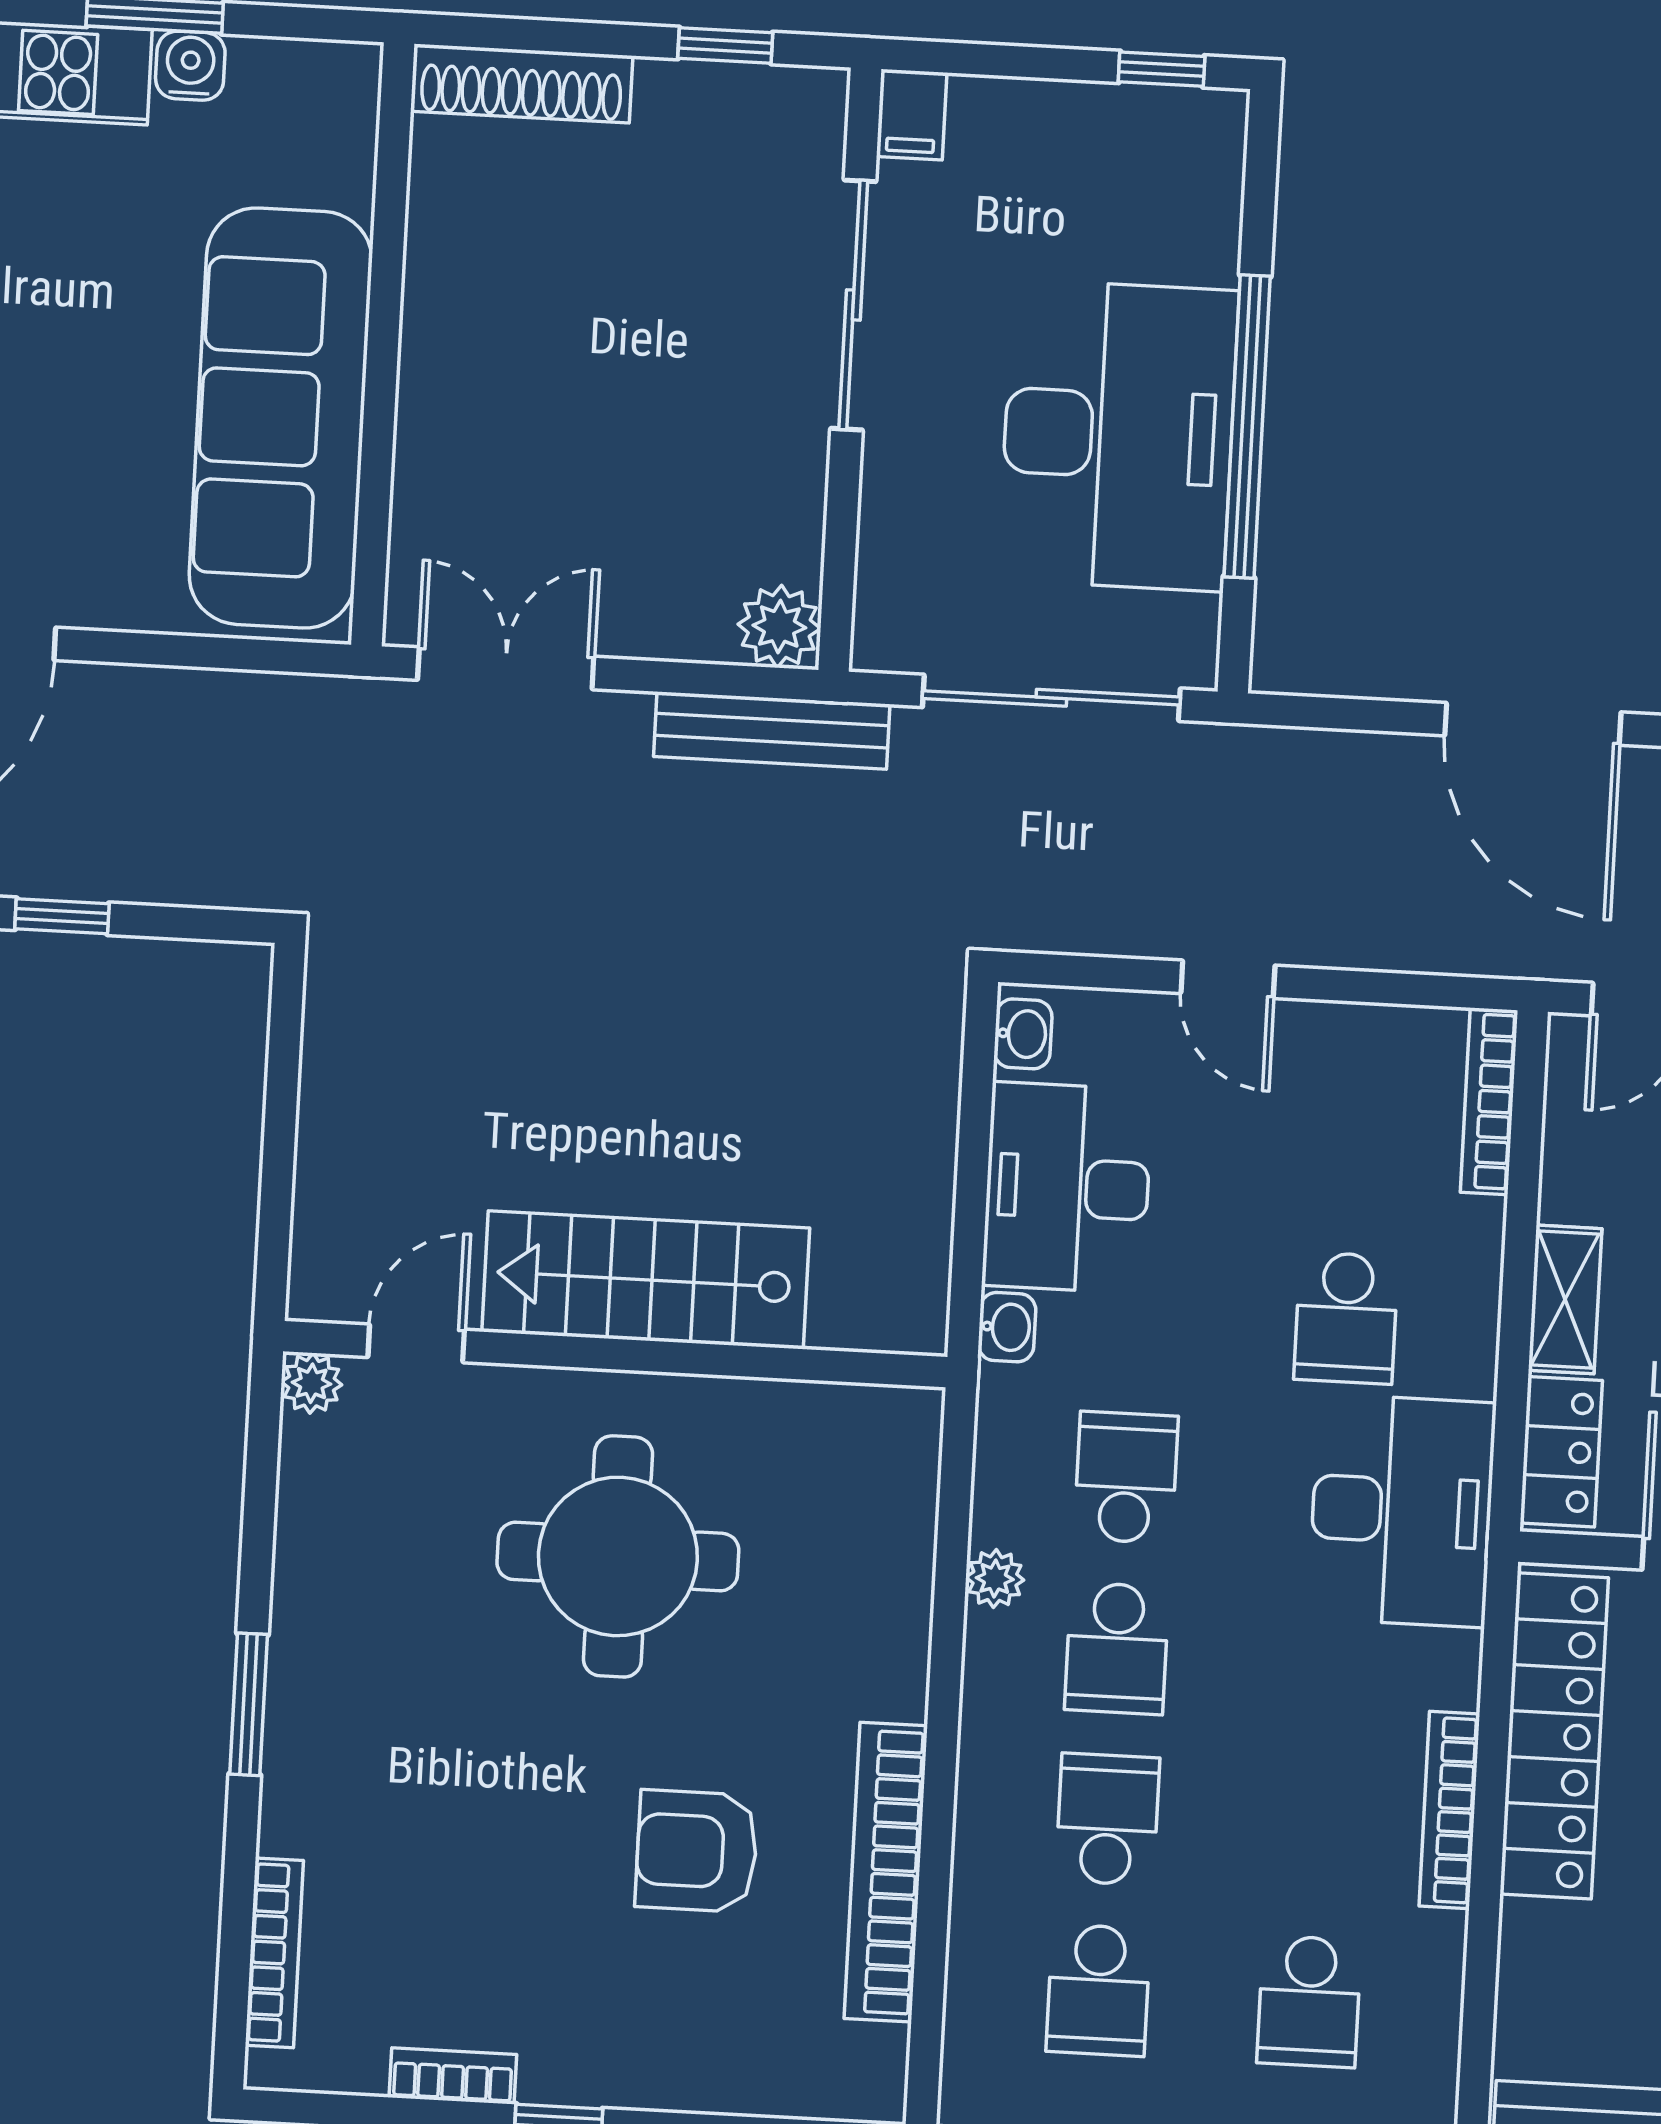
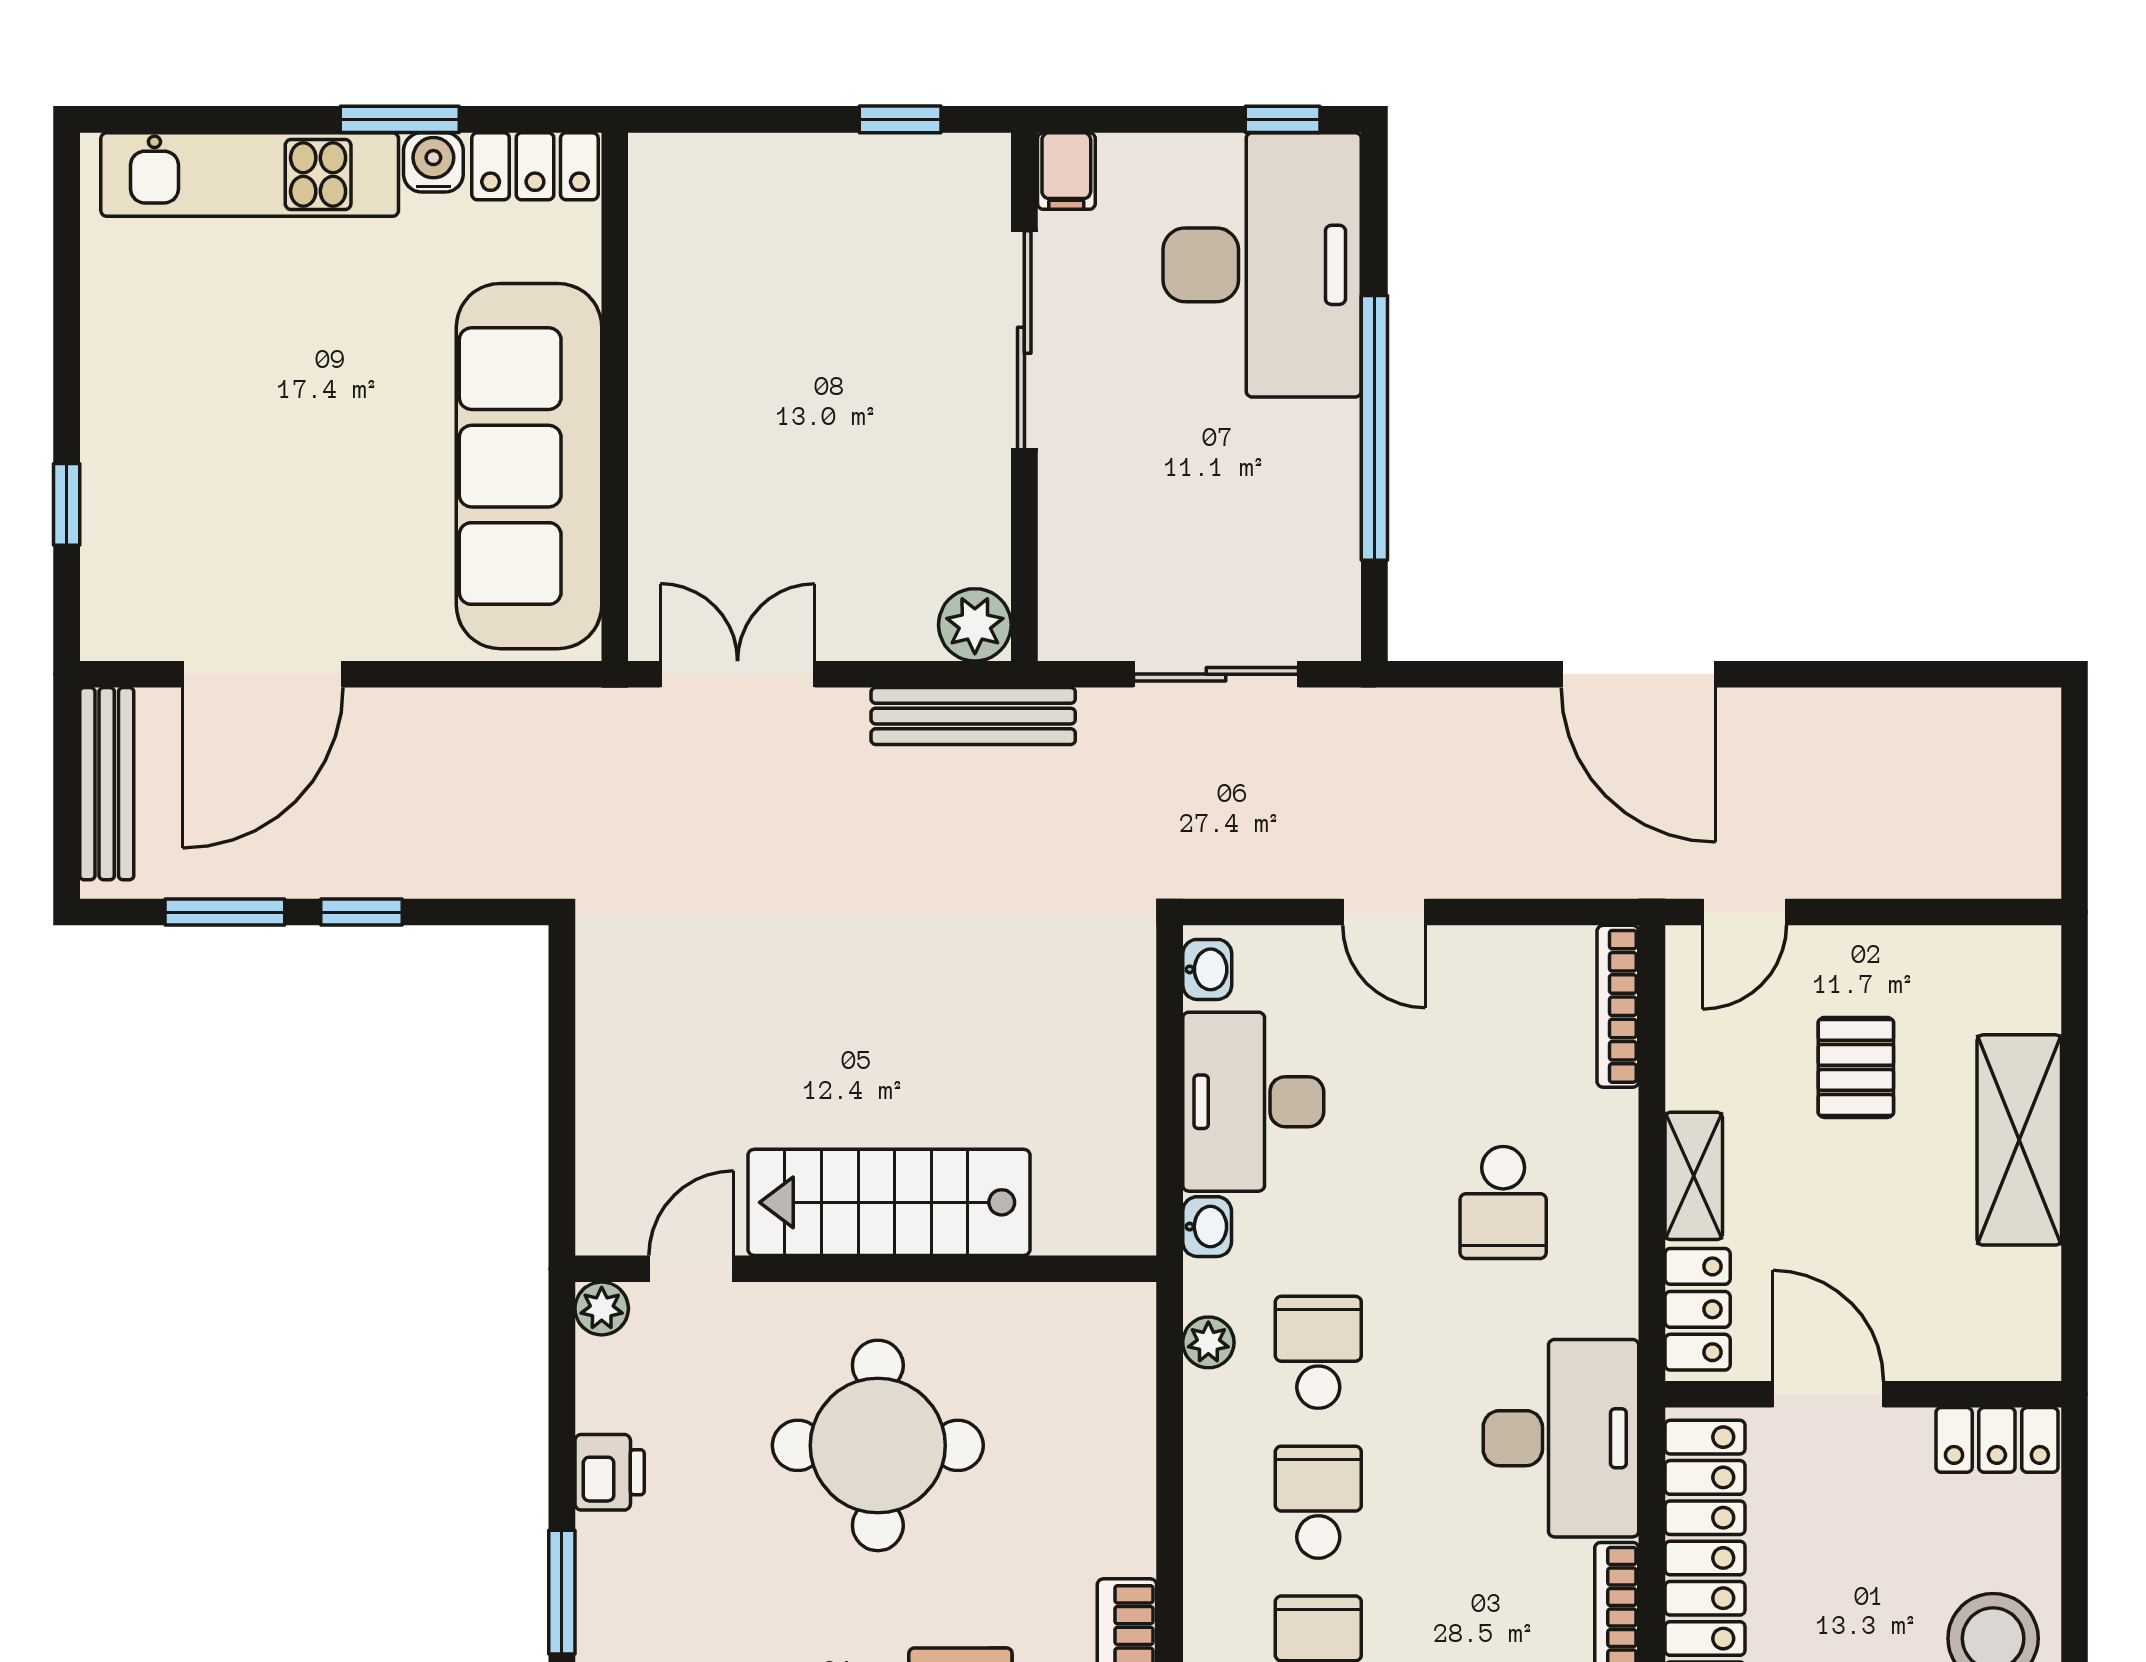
locker: (306, 76) -> (535, 166), added
shoe rack: (522, 83) -> (724, 162), removed
desk: (1118, 435) -> (1262, 265), moved
sliding door: (1051, 698) -> (1216, 674), width x0.73
desk: (1402, 1511) -> (1561, 1438), moved
printer: (310, 1570) -> (610, 1472), added
plant: (995, 1579) -> (1208, 1342), moved
school desk: (1117, 1648) -> (1318, 1502), turned 180

